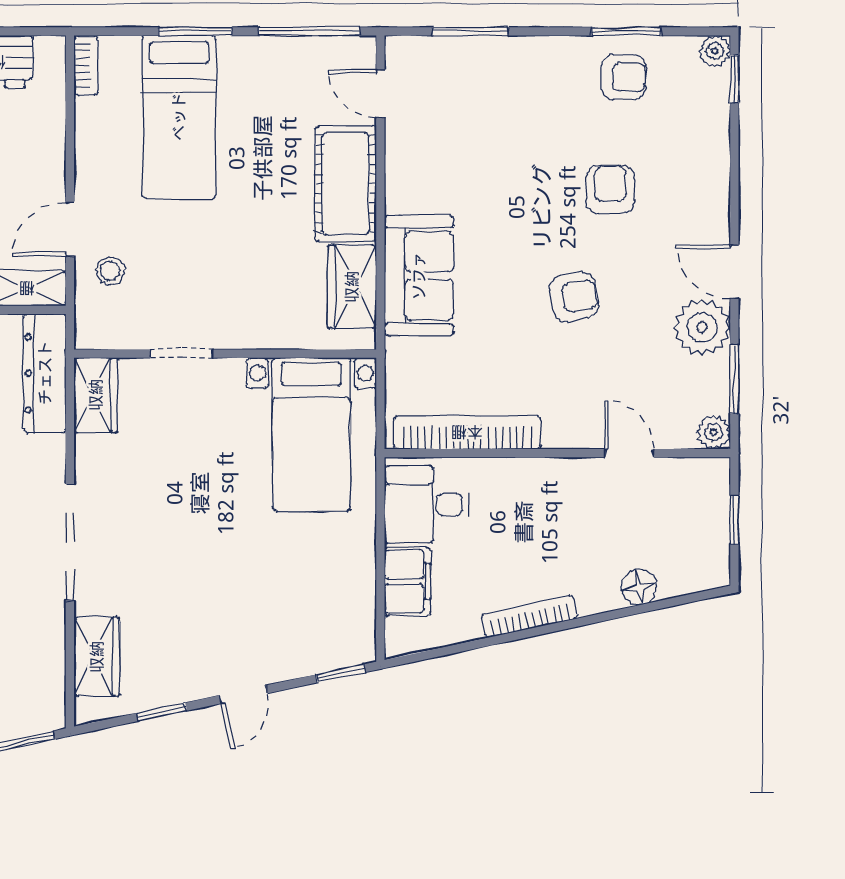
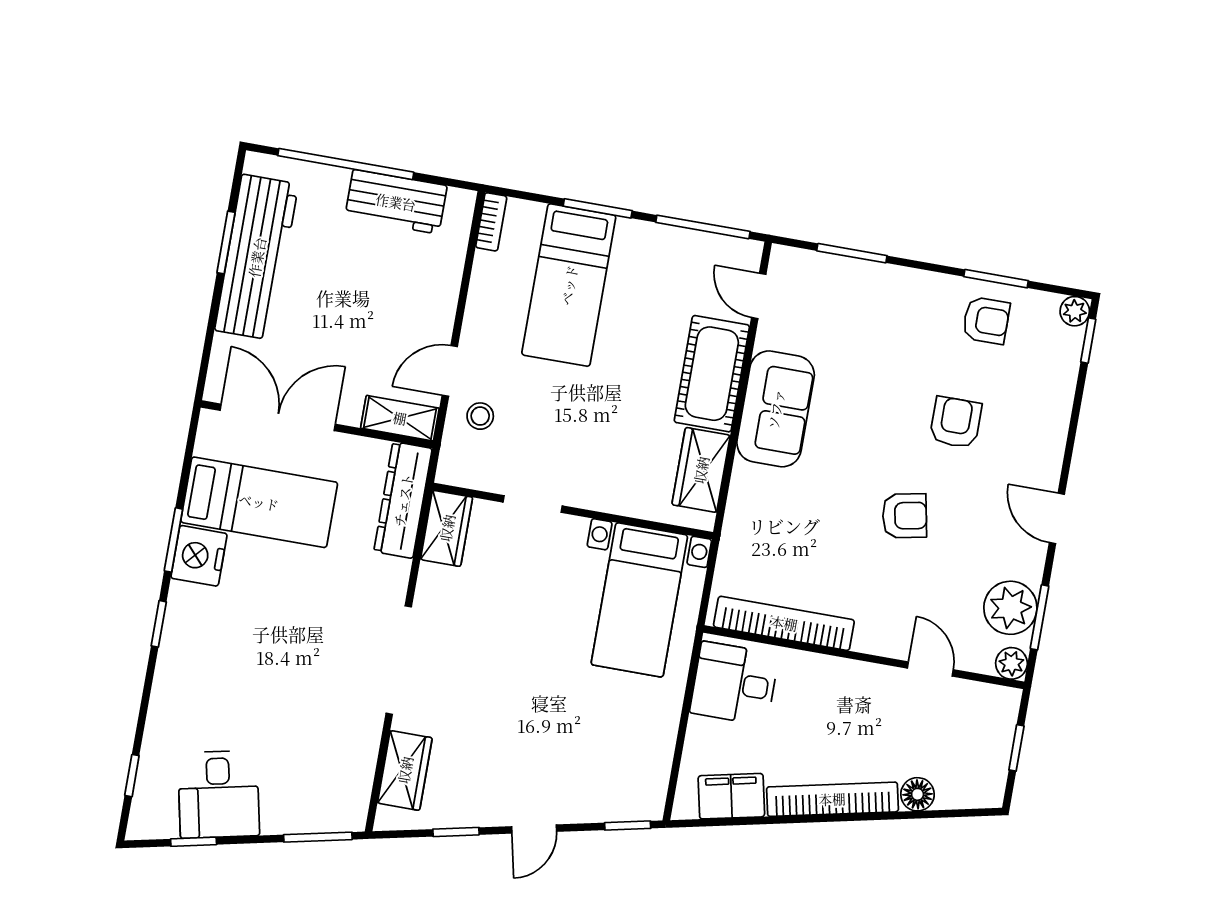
sofa: (419, 276) -> (776, 409), moved
plant: (702, 327) -> (1010, 608), moved
filing cabinet: (407, 581) -> (731, 796), moved, turned -102
bookcase: (530, 616) -> (832, 799), width x1.48, depth x1.31

